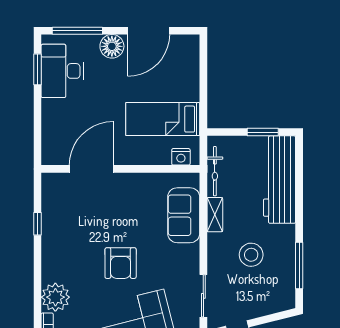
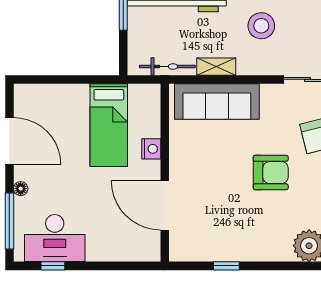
floor lamp: (112, 46) -> (21, 189), width x0.53, depth x0.53
window: (38, 69) -> (53, 266), width x0.67
nightstand: (181, 157) -> (151, 149), moved
sofa: (184, 215) -> (217, 102), width x1.36

